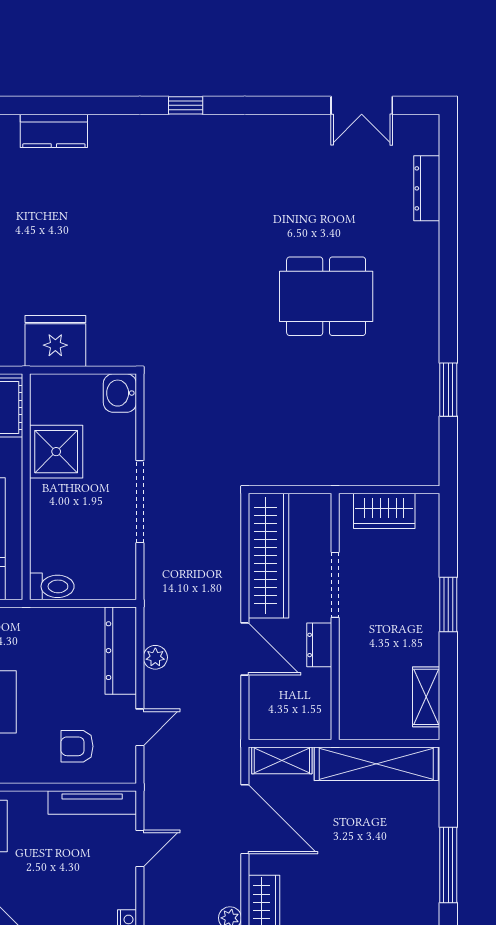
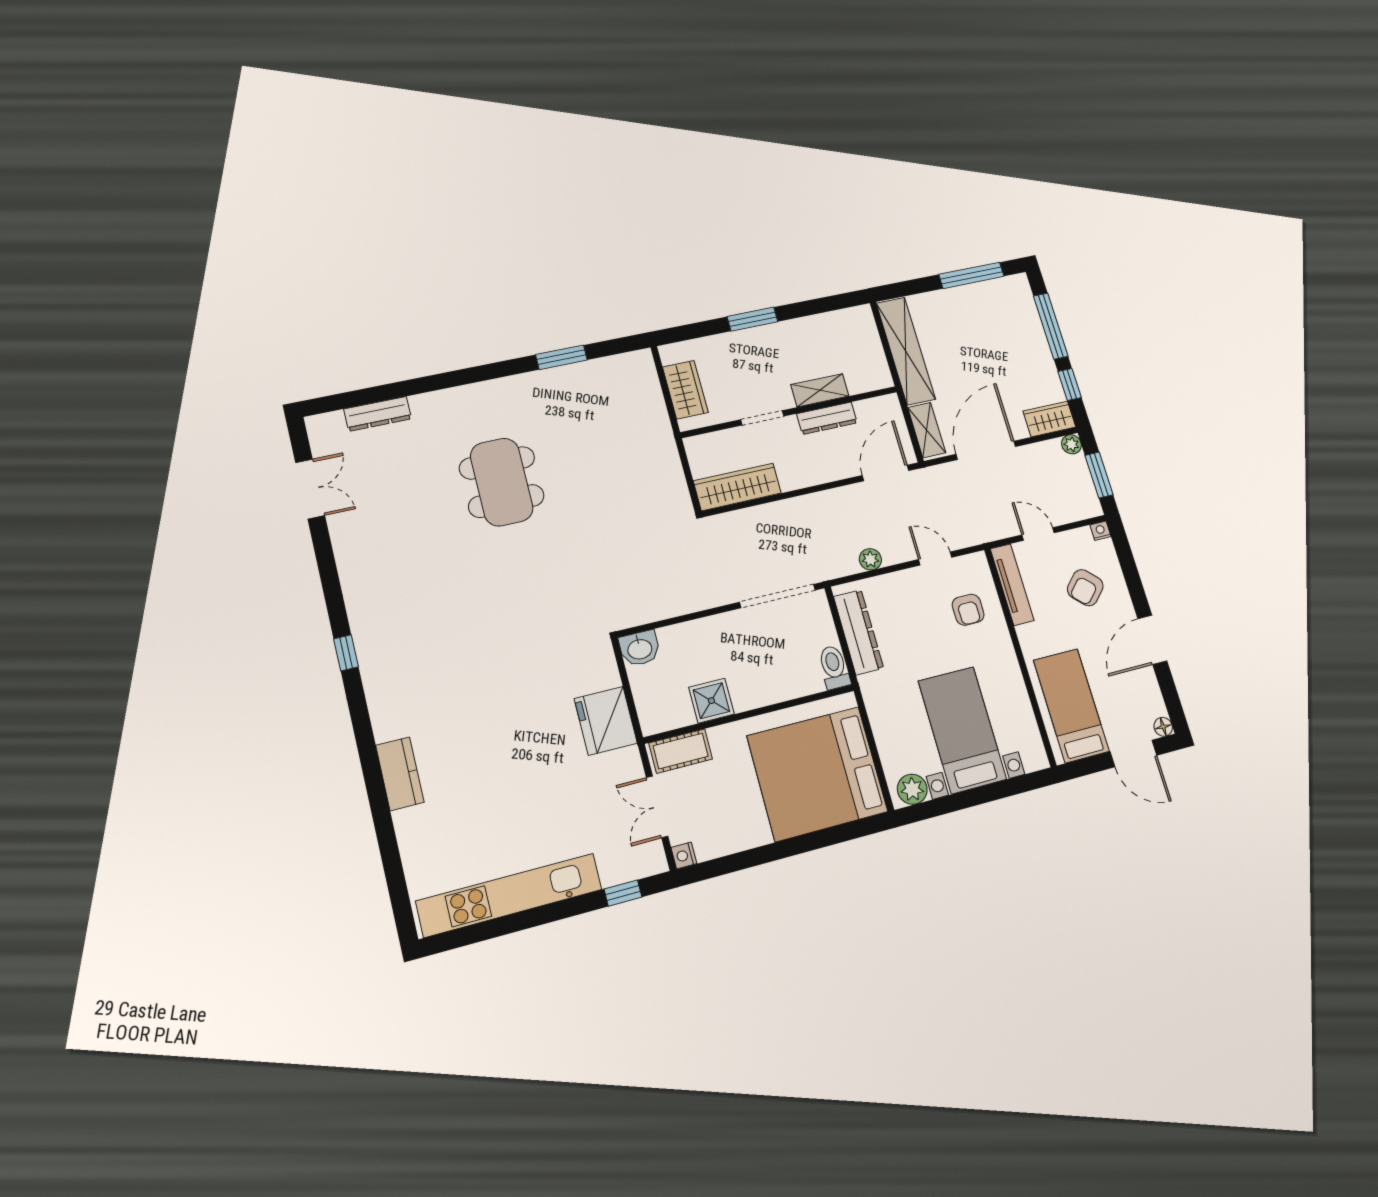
shower: (56, 452) -> (711, 701), width x0.73, depth x0.73
doorway: (140, 502) -> (778, 596), moved
wardrobe: (268, 556) -> (737, 487), width x0.71, depth x0.85
doorway: (335, 585) -> (762, 418), width x0.73
dresser: (319, 645) -> (827, 418), width x1.44
door: (245, 649) -> (886, 473), moved
dresser: (121, 651) -> (858, 632), moved, turned -90
shelving: (426, 697) -> (820, 390), moved
armchair: (70, 882) -> (1085, 588), added

